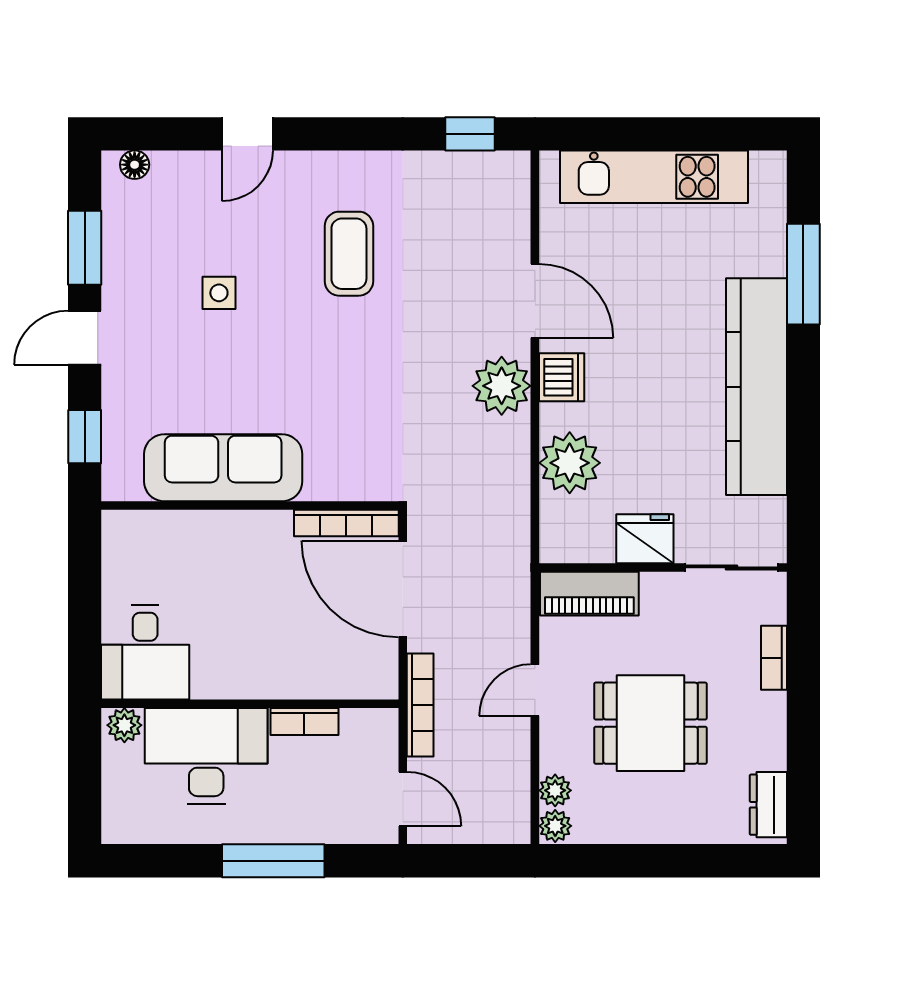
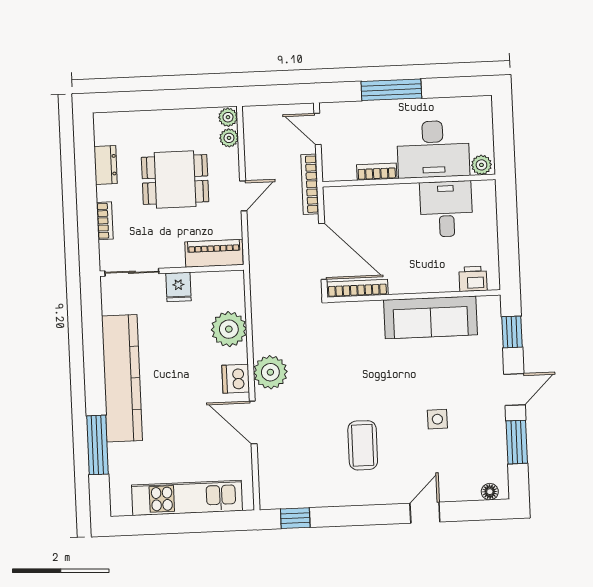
printer: (147, 531) -> (473, 279), added
fridge: (645, 539) -> (178, 287), width x0.72
desk: (145, 652) -> (446, 209), moved
dresser: (768, 805) -> (106, 165), moved

